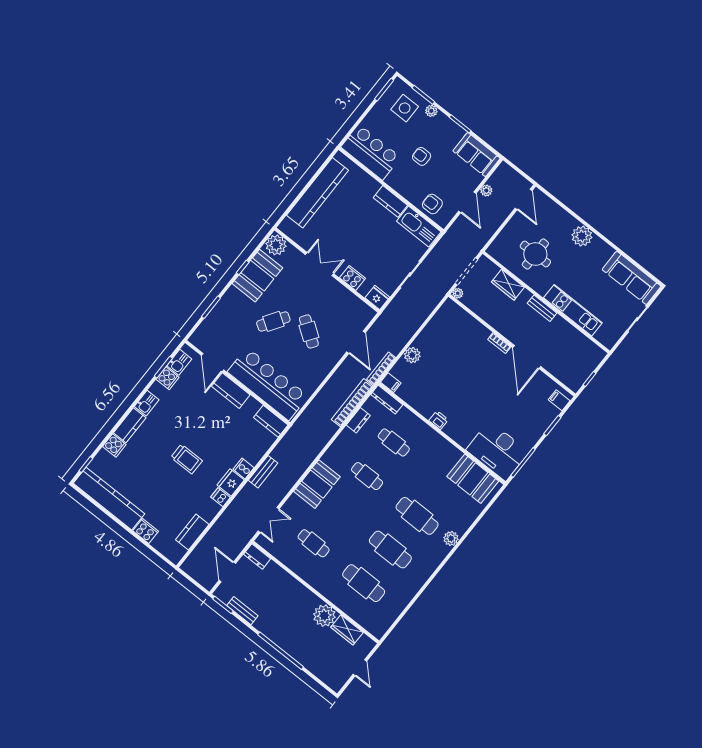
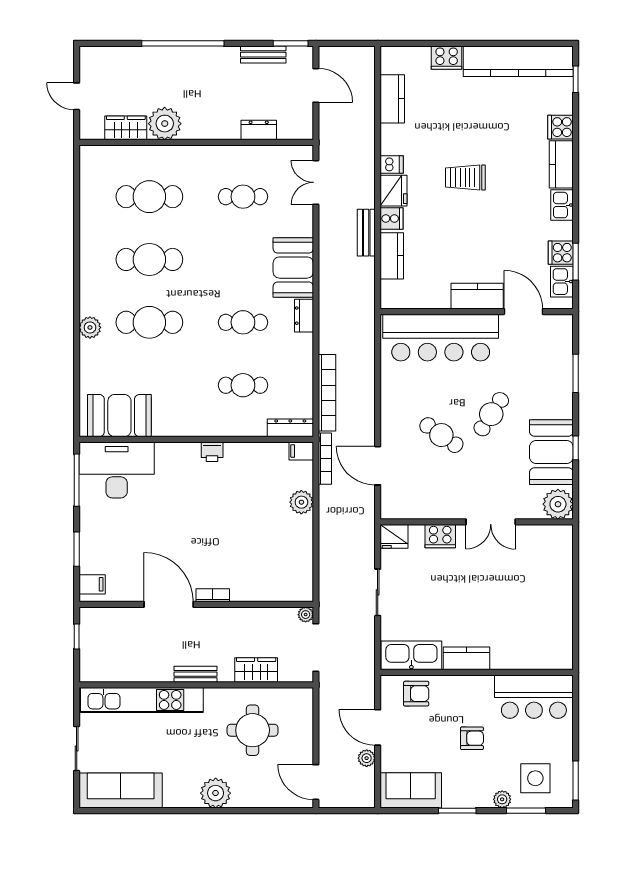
kitchen counter: (318, 193) -> (558, 602), removed
kitchen unit: (573, 310) -> (142, 700), width x1.36
dresser: (358, 420) -> (304, 316), moved
kitchen counter: (271, 421) -> (392, 256), moved, turned 90
dresser: (257, 556) -> (259, 130), moved

